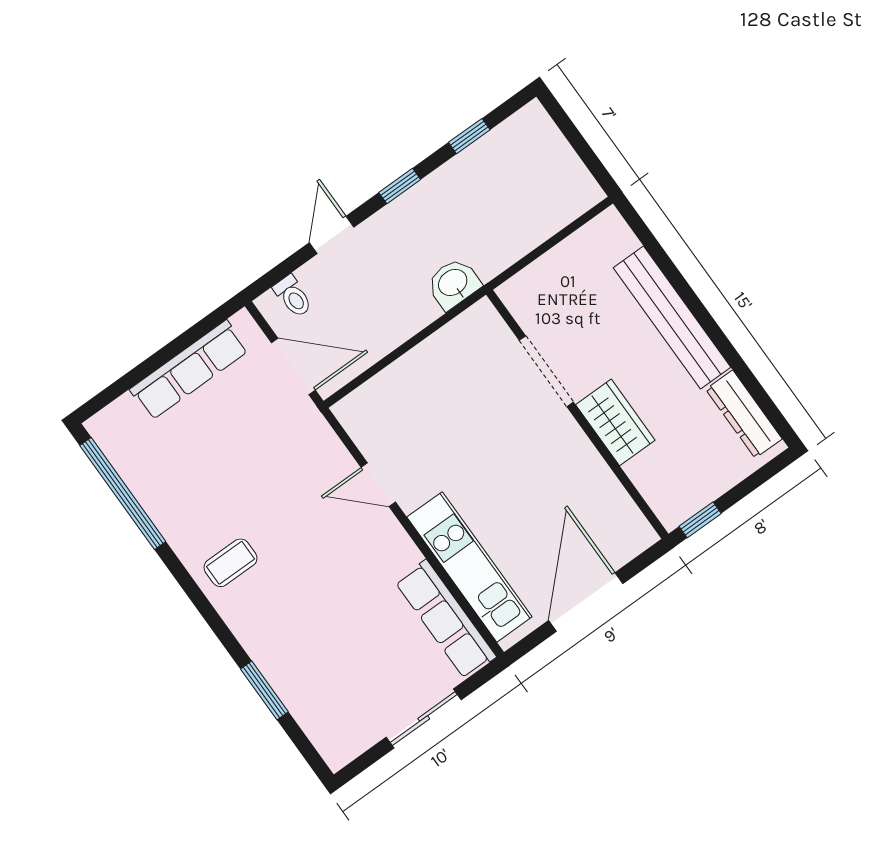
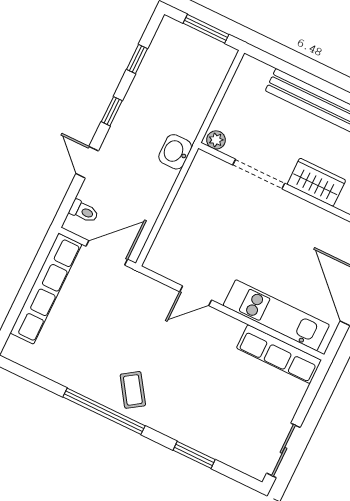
window: (580, 145) -> (206, 29), added
plant: (515, 297) -> (216, 140), added
row of seats: (189, 370) -> (46, 289), width x1.36
window: (123, 493) -> (104, 411), moved
coffee table: (231, 563) -> (133, 390), turned -34
sliding door: (424, 719) -> (283, 450), moved

